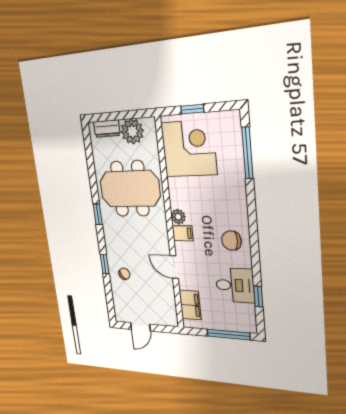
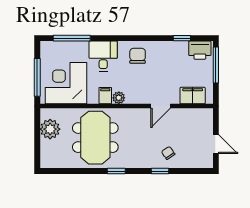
window: (192, 109) -> (37, 77), width x2.17
dresser: (107, 129) -> (46, 151), removed
filing cabinet: (183, 233) -> (105, 96), moved
chair: (231, 241) -> (138, 56), turned 180
desk: (235, 285) -> (103, 56), moved
printer: (245, 317) -> (200, 50), added

